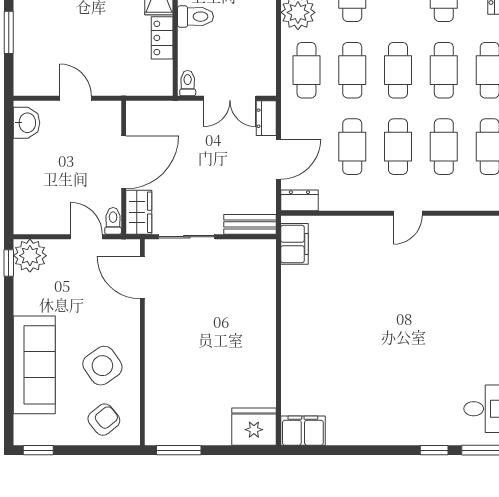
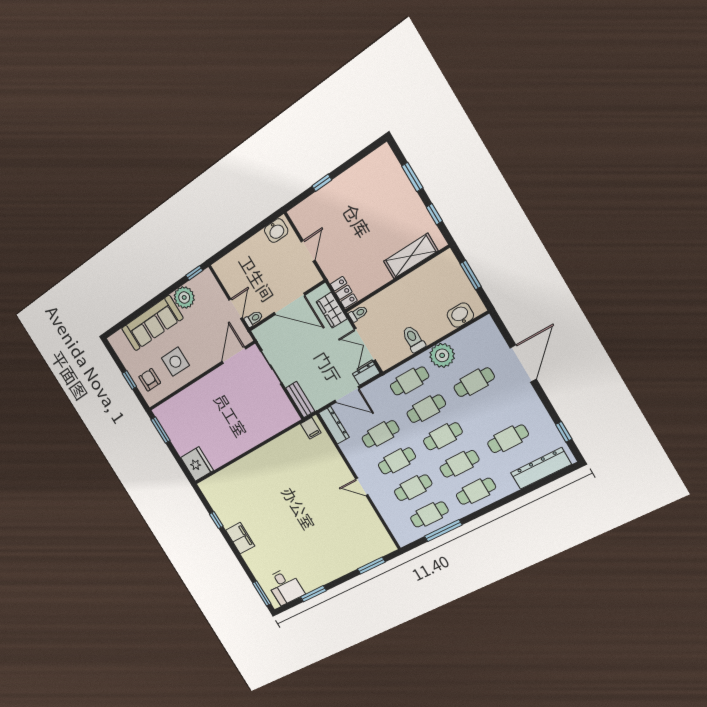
toilet: (195, 17) -> (413, 339), moved, turned 180
window: (9, 32) -> (322, 183), width x0.67
locker: (162, 38) -> (344, 292), moved, turned 90
dresser: (299, 200) -> (334, 425), width x1.44
wardrobe: (139, 212) -> (332, 310), moved, turned 90
filing cabinet: (294, 244) -> (311, 428), width x0.50
plant: (30, 256) -> (184, 297), moved
side table: (102, 366) -> (175, 362), turned 35
armchair: (104, 420) -> (150, 380), turned -141
filing cabinet: (303, 431) -> (240, 538), moved
window: (38, 450) -> (129, 380), moved
window: (434, 450) -> (216, 520), moved

